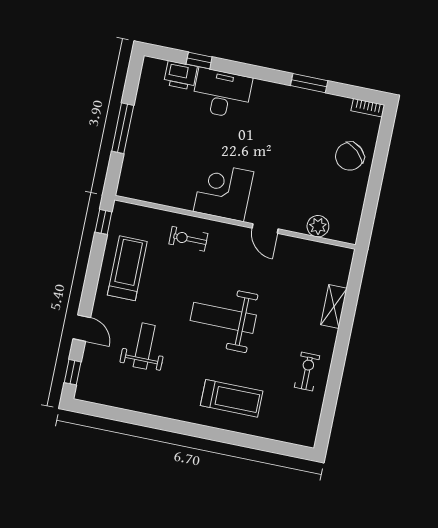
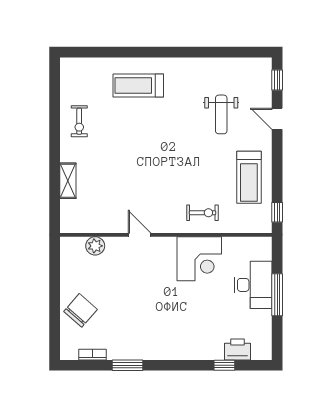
desk: (222, 93) -> (253, 285), moved, turned -90
bookcase: (368, 108) -> (92, 355), moved
corner desk: (223, 192) -> (199, 259), moved
weight bench: (223, 318) -> (159, 152), removed

